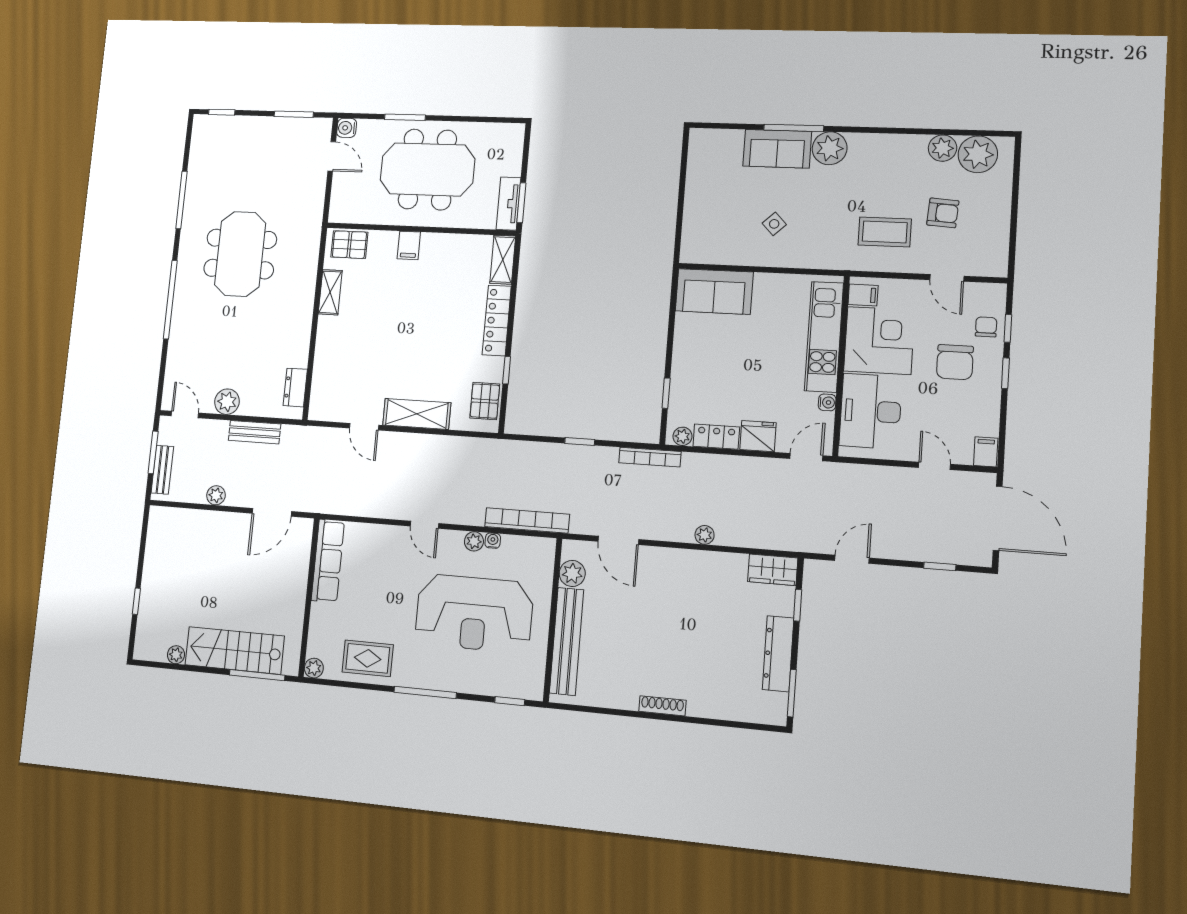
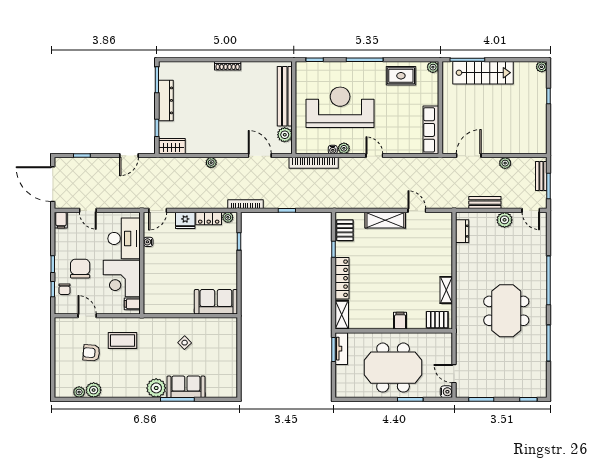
plant: (978, 154) -> (79, 392), width x0.53, depth x0.53
kitchen unit: (824, 337) -> (152, 279), removed
plant: (176, 655) -> (542, 67), moved

